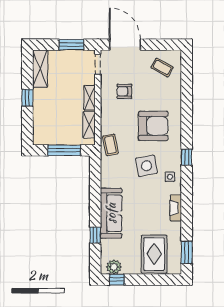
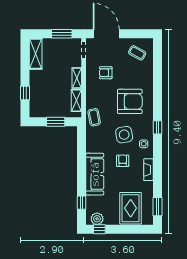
window: (27, 98) -> (25, 93), moved
window: (64, 150) -> (56, 122), width x0.69
armchair: (145, 197) -> (123, 161), added
window: (95, 235) -> (81, 203), moved

